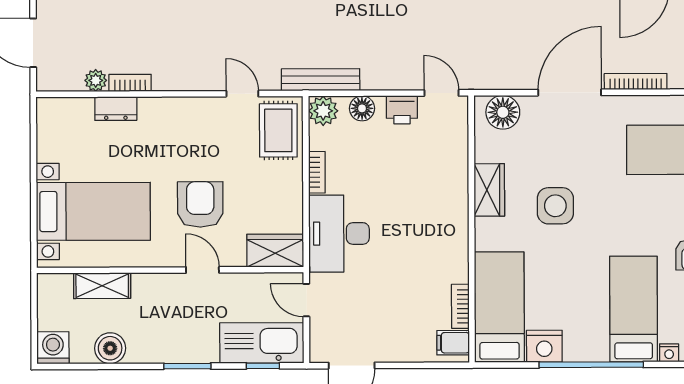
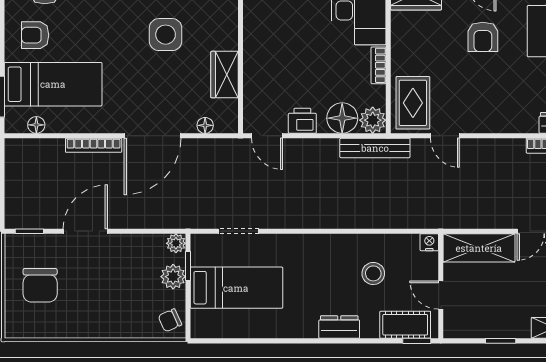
floor lamp: (362, 108) -> (342, 118), width x1.38, depth x1.38
floor lamp: (503, 112) -> (205, 125), width x0.53, depth x0.53
wardrobe: (489, 190) -> (225, 75), moved
armchair: (200, 204) -> (483, 37), width x0.72, depth x0.72

